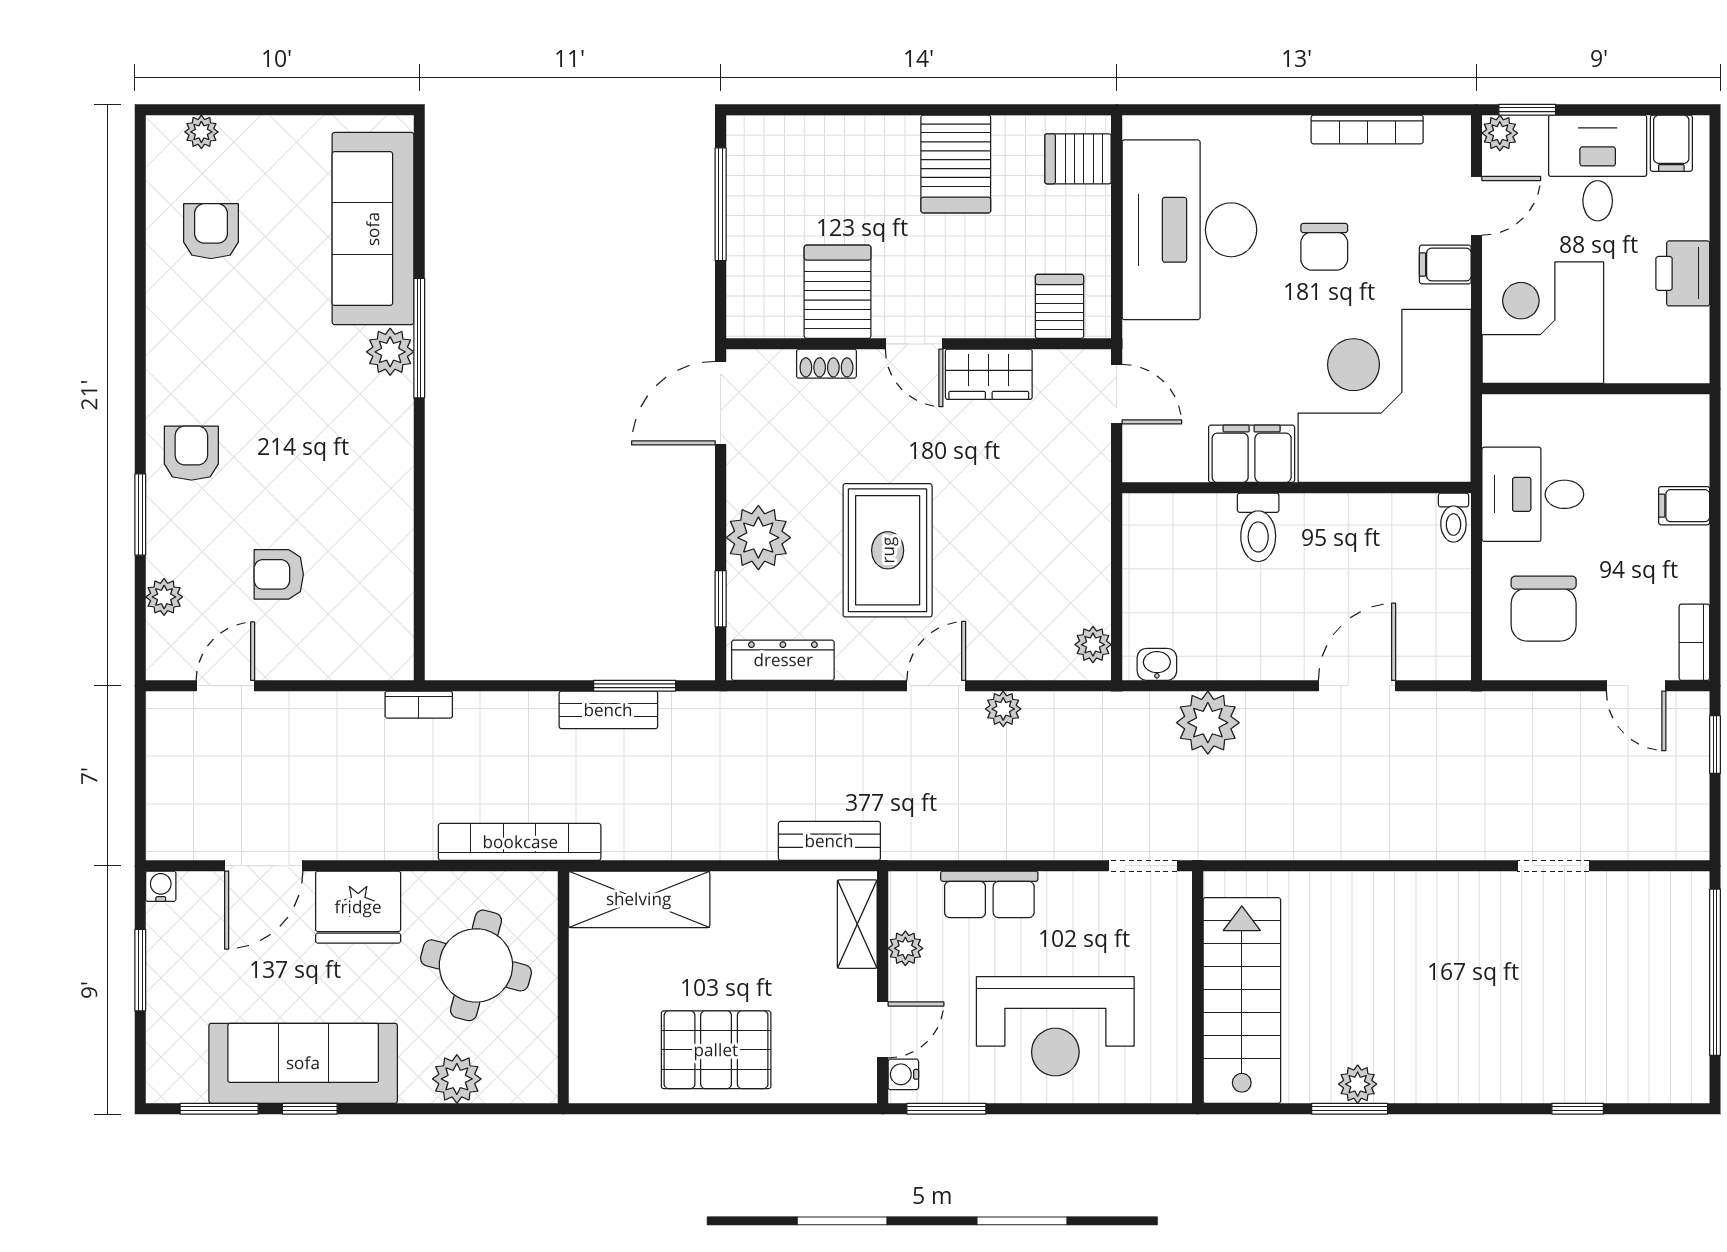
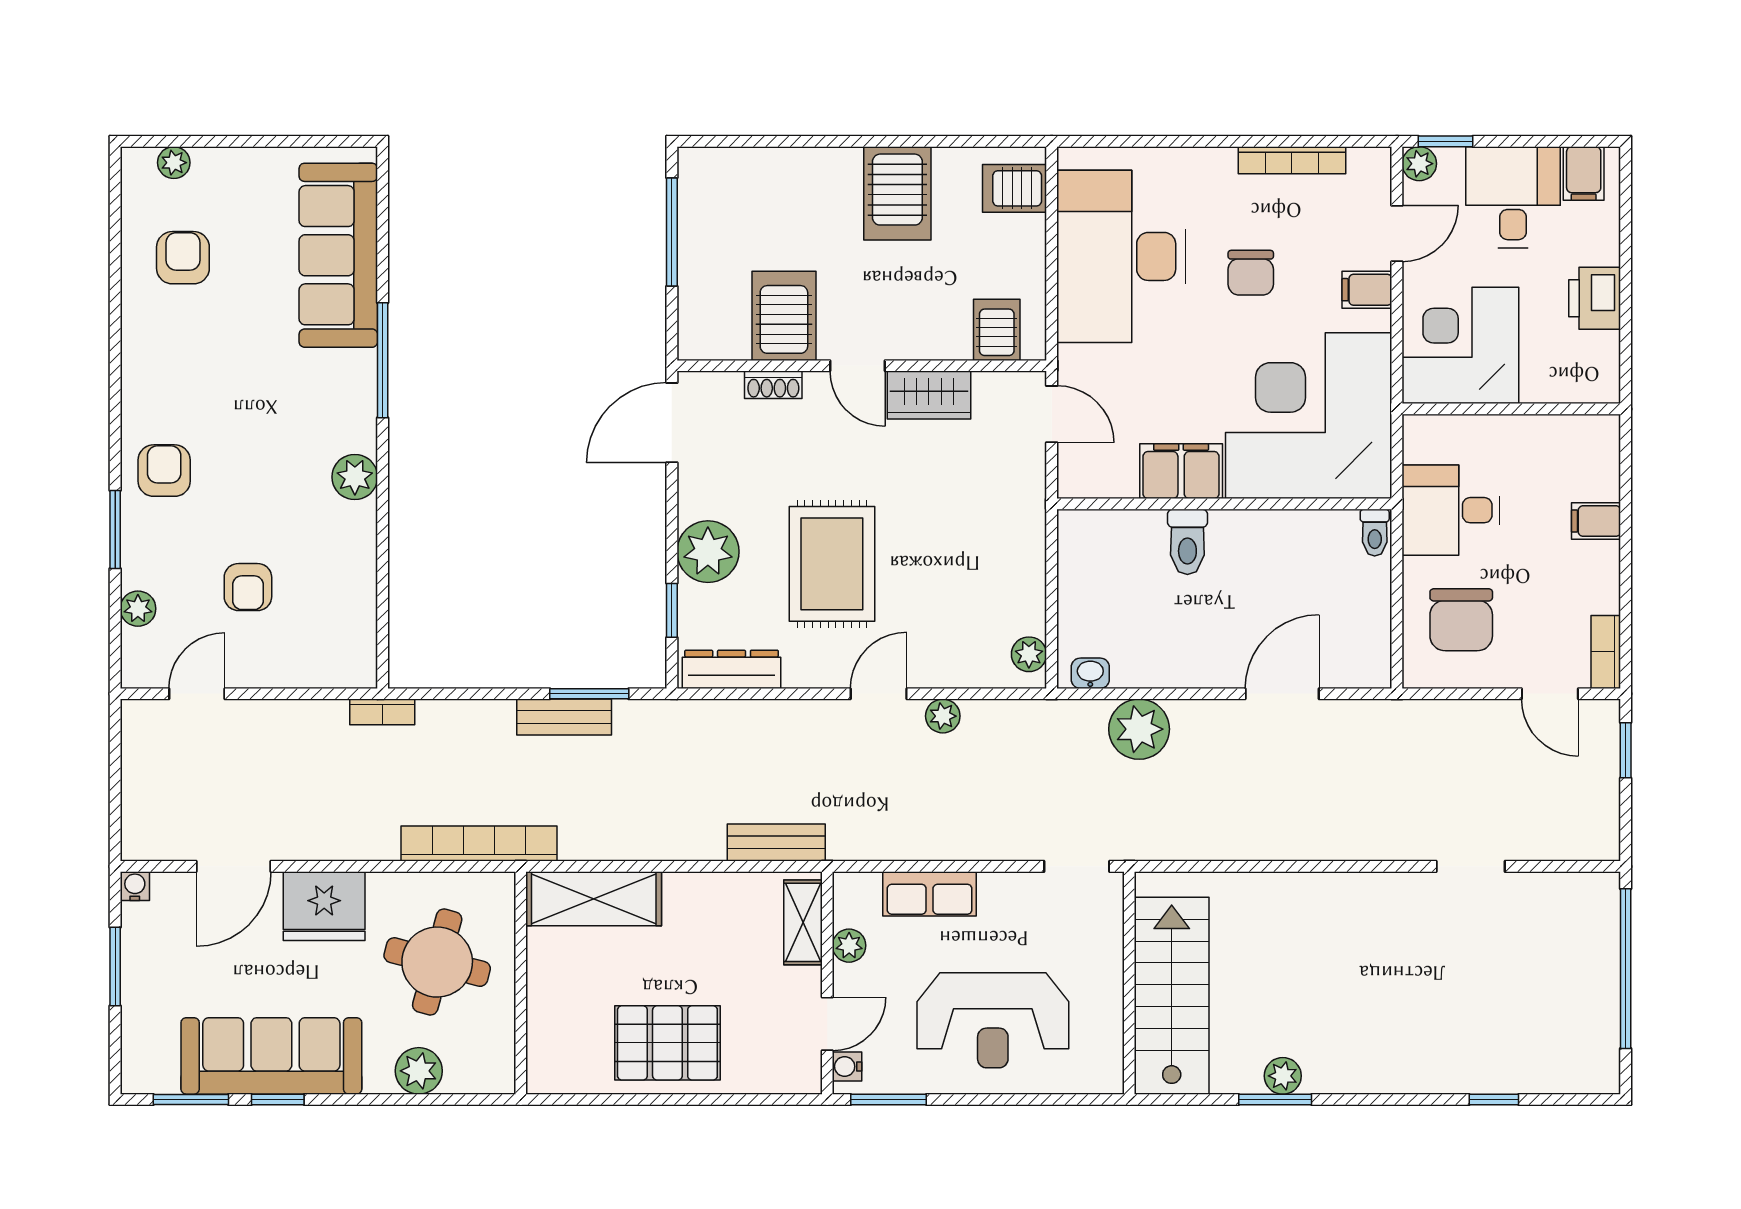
plant: (390, 352) -> (355, 477), moved
armchair: (279, 574) -> (248, 587), turned -90

